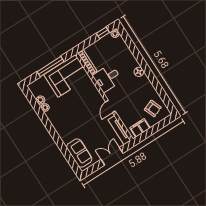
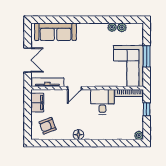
window: (103, 33) -> (147, 109), moved
window: (50, 67) -> (147, 56), width x0.69
floor lamp: (139, 72) -> (78, 135), moved
door: (110, 106) -> (74, 88), swing flipped
sofa: (79, 153) -> (55, 32), width x1.36

